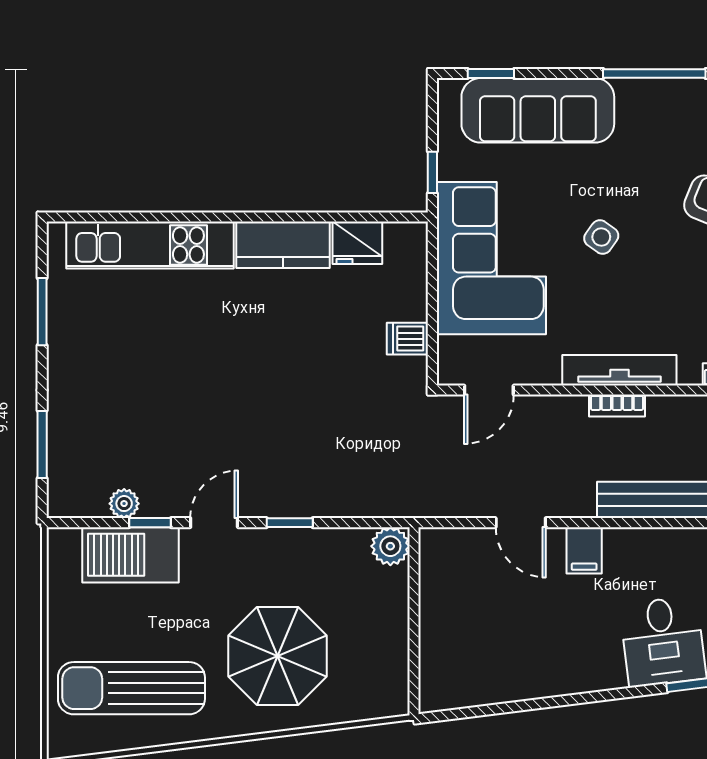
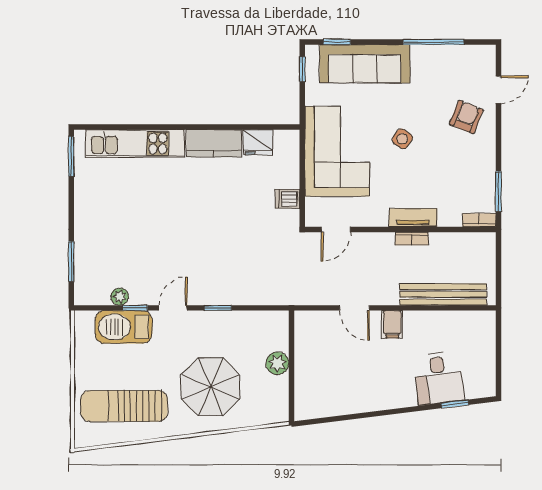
window: (432, 172) -> (302, 69), moved
window: (42, 312) -> (71, 156), moved
tv unit: (619, 370) -> (413, 218), width x0.71
plant: (390, 546) -> (277, 363), moved

